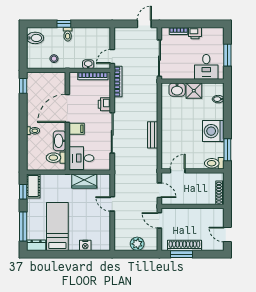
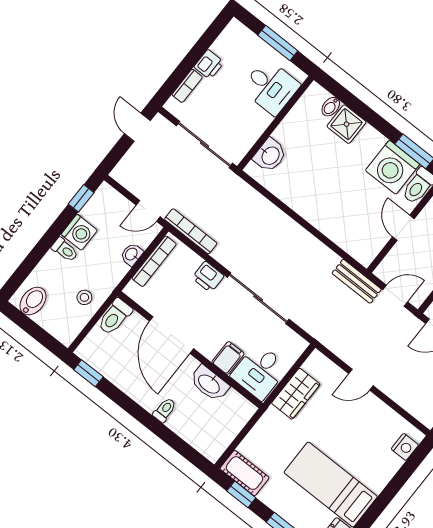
window: (64, 24) -> (81, 198), moved
washing machine: (80, 34) -> (79, 232), added
door: (112, 57) -> (148, 211), hinge flipped
shower: (194, 91) -> (347, 124), moved
filing cabinet: (77, 129) -> (228, 358), moved
washing machine: (213, 131) -> (393, 167), moved
bench: (153, 135) -> (357, 281), moved
toilet: (56, 158) -> (115, 317), moved
door: (178, 171) -> (403, 228), moved
nightstand: (85, 245) -> (405, 447), moved

